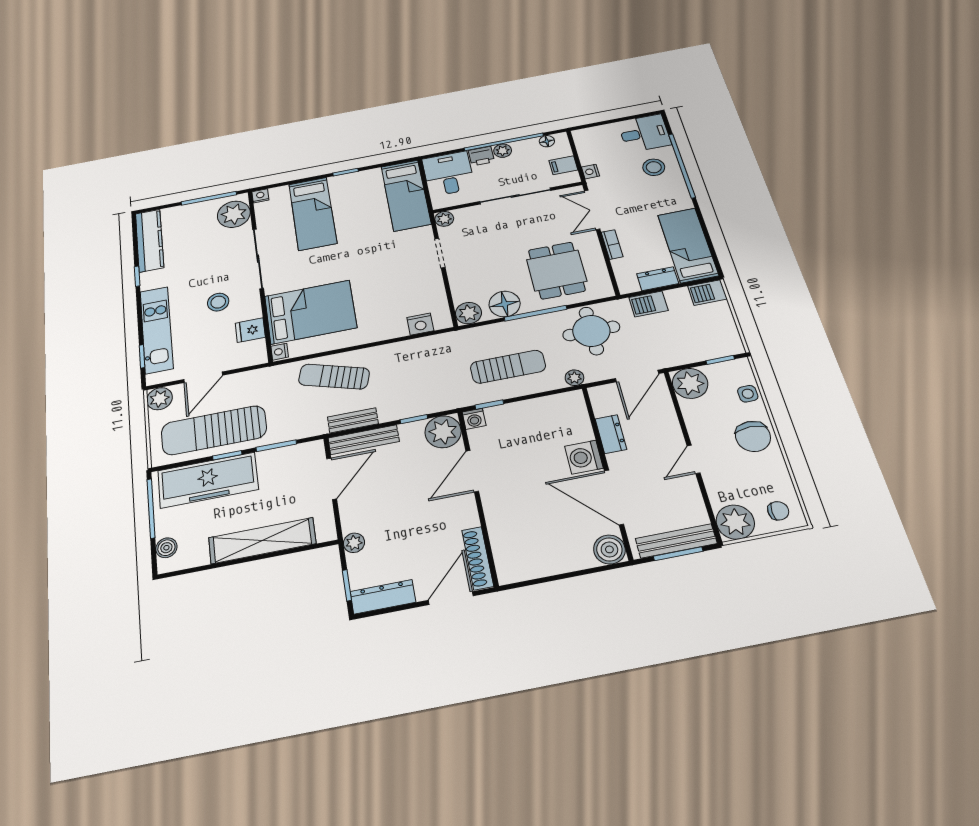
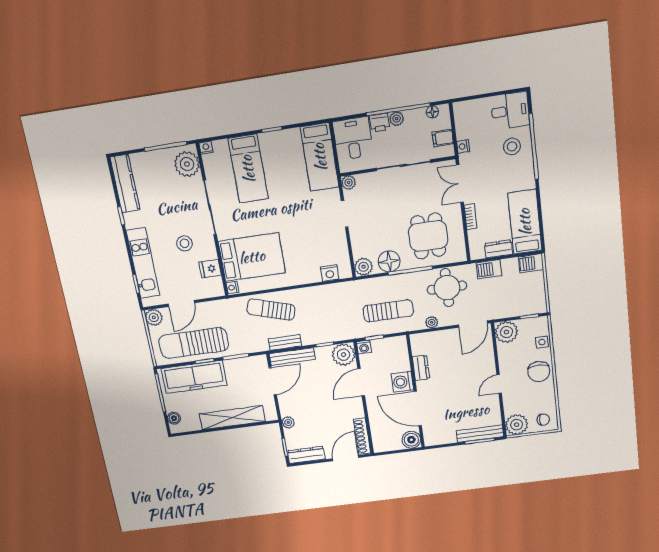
dresser: (611, 434) -> (421, 368), moved
washing machine: (584, 457) -> (402, 382), moved
wall: (607, 471) -> (415, 392), moved
door: (614, 497) -> (418, 409), moved
boiler: (609, 549) -> (411, 440), moved

